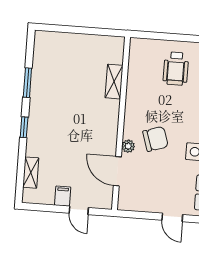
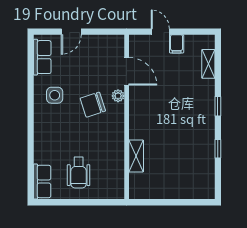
wheelchair: (176, 69) -> (79, 173), turned 180
window: (27, 83) -> (218, 149), width x0.67
door: (172, 217) -> (71, 32), swing flipped

